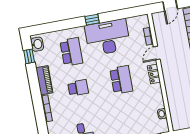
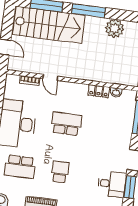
school desk: (71, 52) -> (20, 167), turned 180
locker: (154, 74) -> (99, 91), moved

